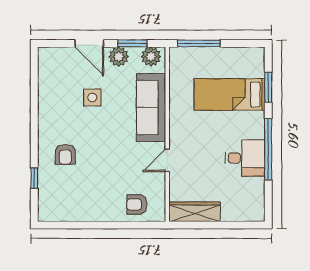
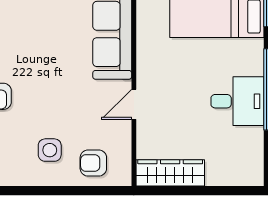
side table: (92, 97) -> (50, 150), moved

